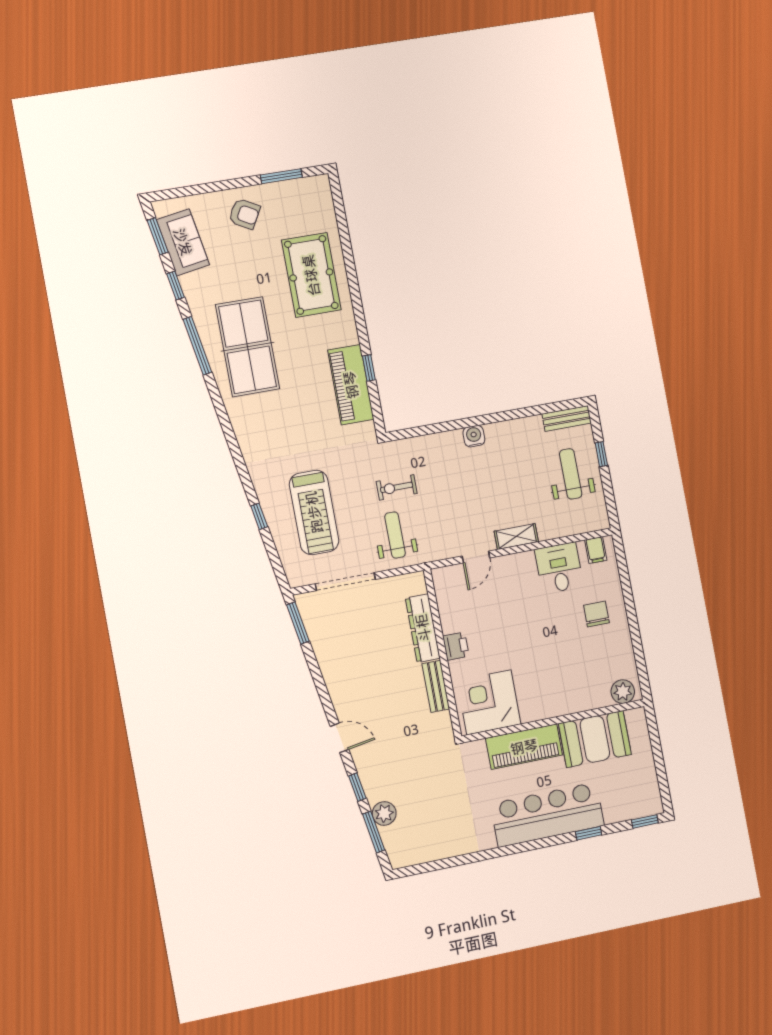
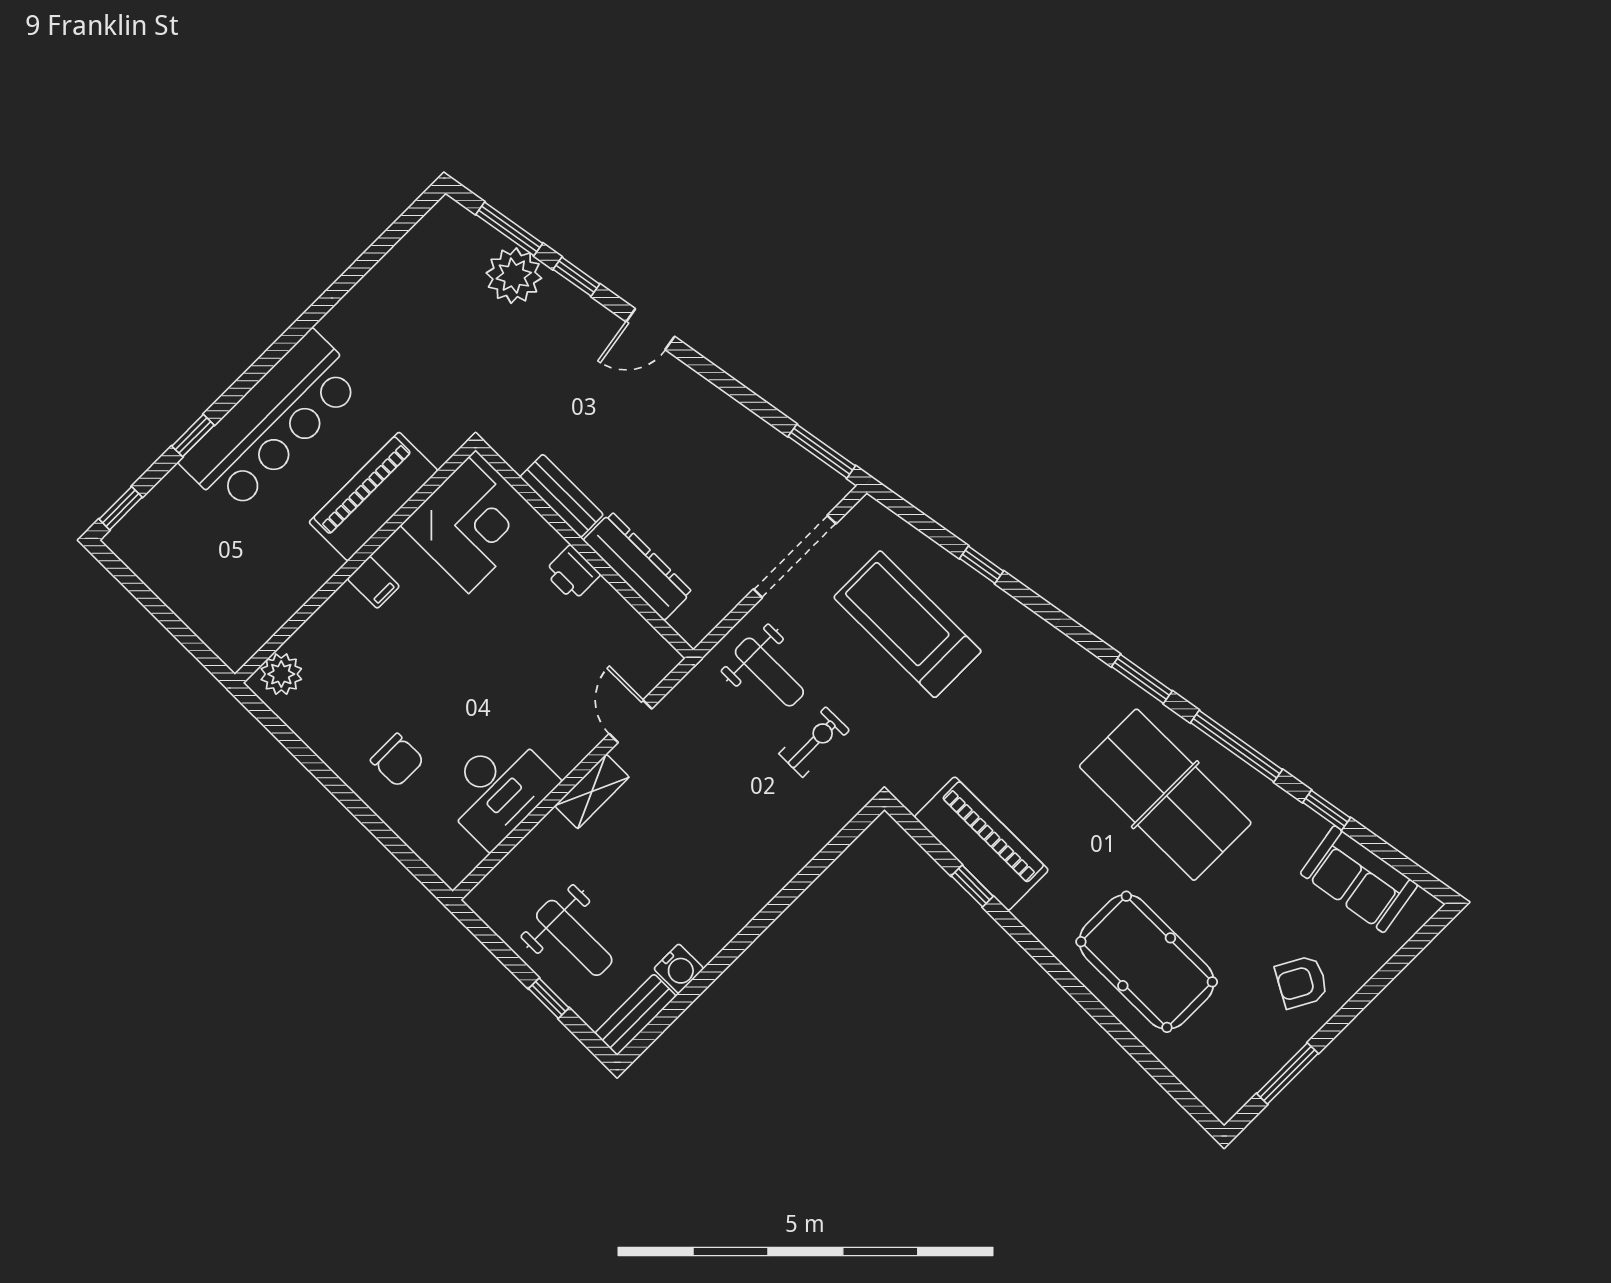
window: (158, 236) -> (1142, 679), moved
water cooler: (474, 436) -> (679, 969), moved
filing cabinet: (596, 550) -> (373, 582), moved, turned 180
desk: (559, 568) -> (498, 789), width x1.37
booth: (595, 739) -> (276, 578), removed
plant: (384, 813) -> (514, 276), width x1.36, depth x1.36

